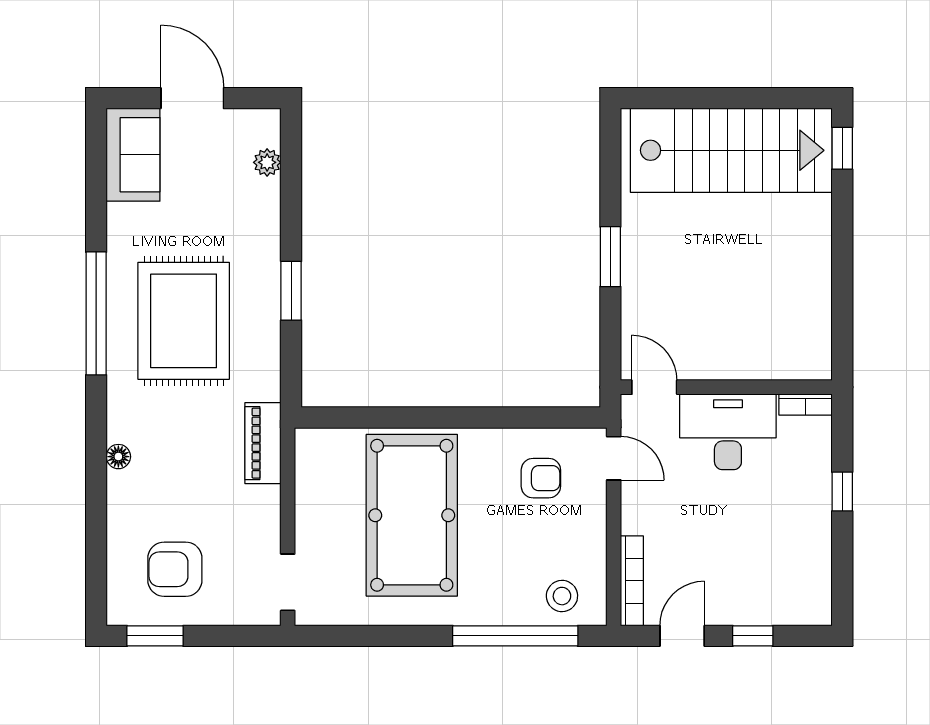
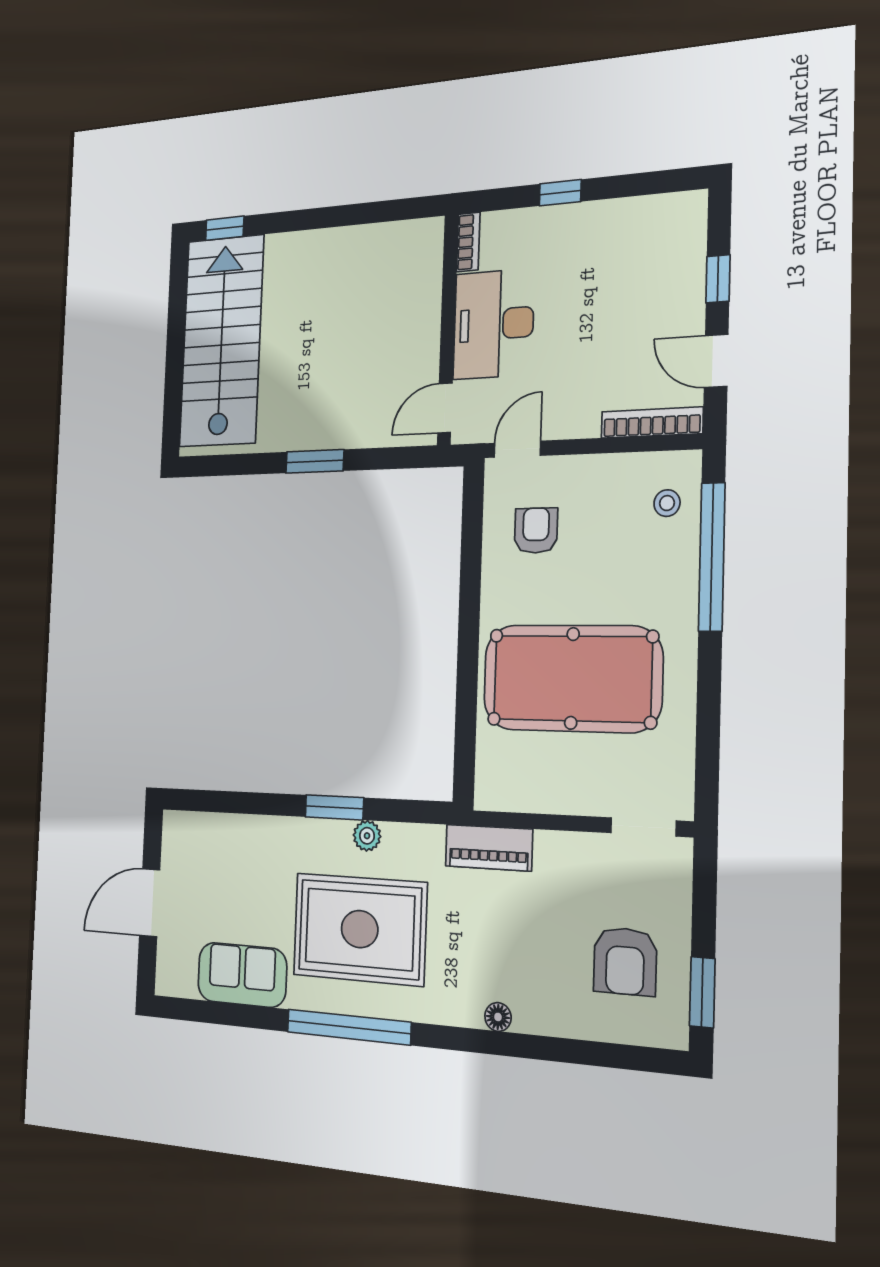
sofa: (133, 155) -> (242, 975), moved
plant: (267, 162) -> (367, 836), moved
stool: (562, 596) -> (667, 503), width x0.73, depth x0.73

